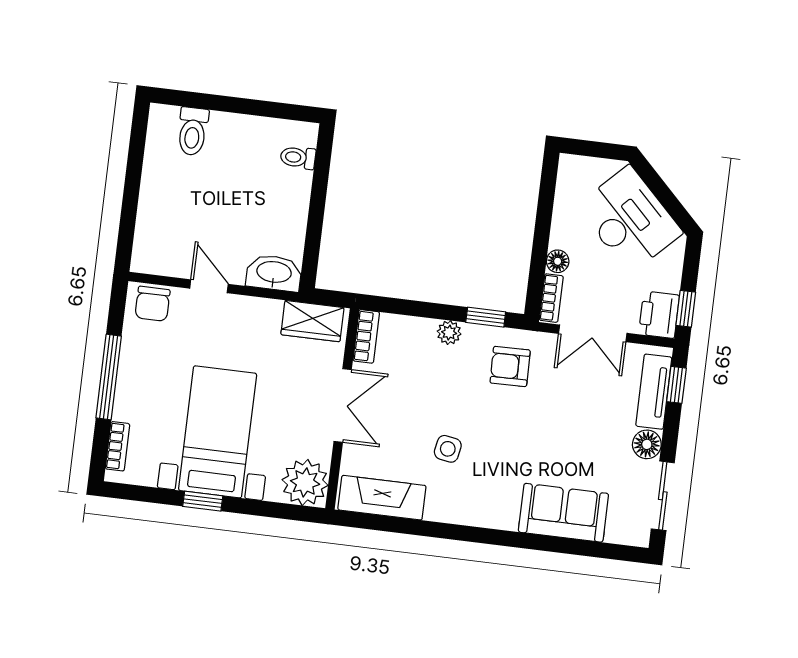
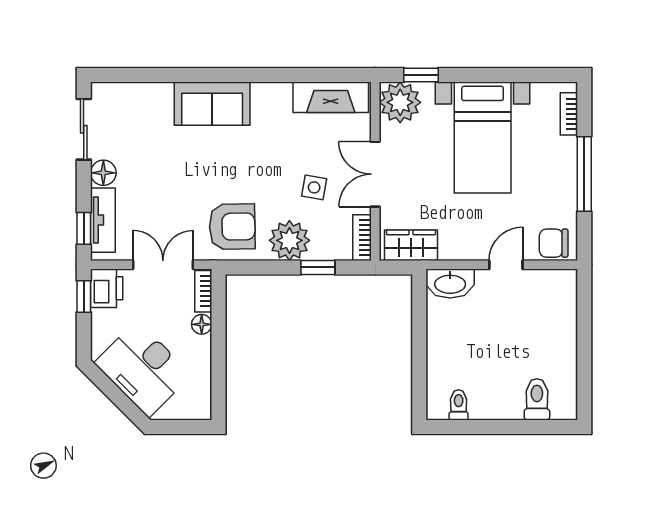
toilet: (298, 158) -> (459, 405), moved, turned -90
door: (209, 286) -> (506, 265), swing flipped
chair: (153, 304) -> (554, 243), turned -90
window: (486, 317) -> (318, 267), moved
plant: (449, 333) -> (289, 240), width x1.88, depth x1.88
armchair: (510, 366) -> (232, 227), width x1.38, depth x1.38
side table: (448, 449) -> (314, 187), moved
window: (203, 501) -> (421, 75), moved
sofa: (563, 513) -> (212, 104), moved

